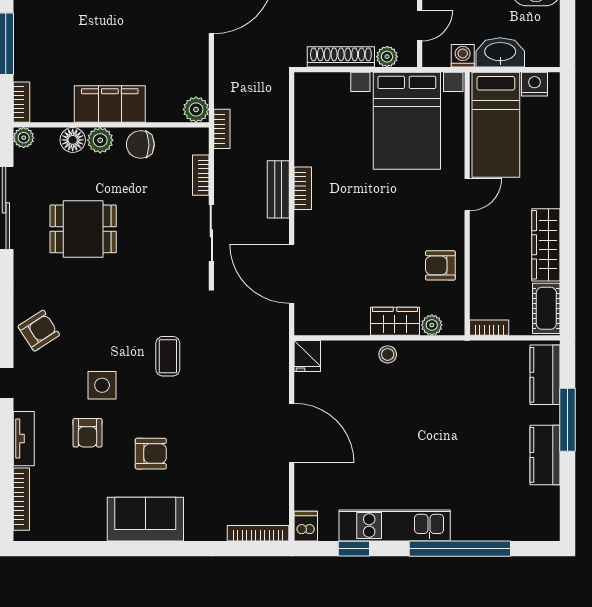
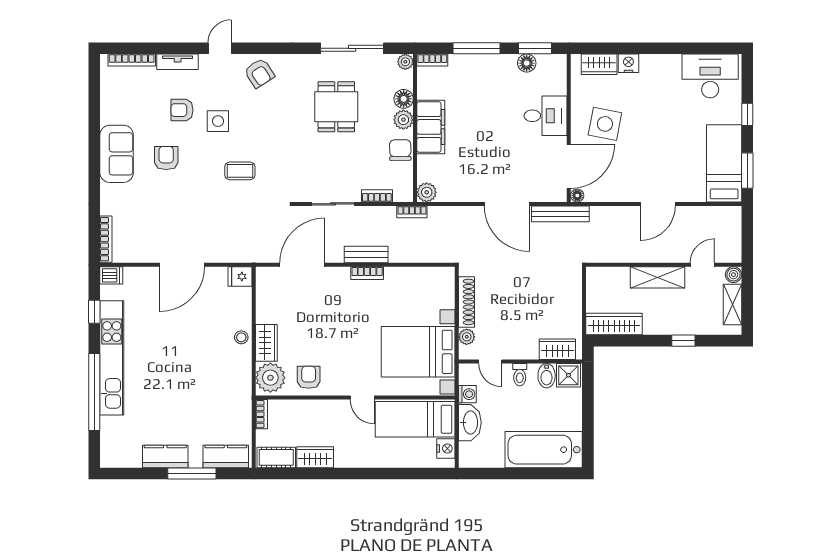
wardrobe: (546, 245) -> (315, 457), width x0.67
plant: (432, 325) -> (270, 378), width x1.88, depth x1.88
armchair: (151, 454) -> (166, 158), turned 180
kitchen unit: (395, 525) -> (112, 358), width x1.36

